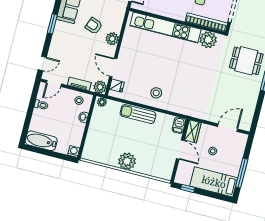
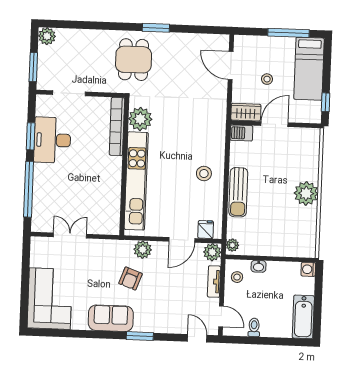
wall: (177, 21) -> (124, 166), moved
bookcase: (206, 22) -> (117, 126), moved
kitchen unit: (165, 28) -> (136, 181), moved
plant: (208, 40) -> (140, 119), moved

